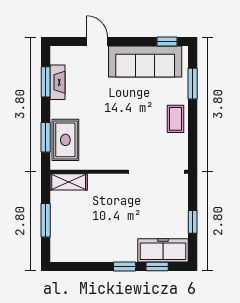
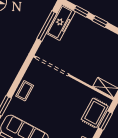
window: (193, 222) -> (47, 26), width x2.17
freezer: (163, 250) -> (61, 22), moved, turned -90

